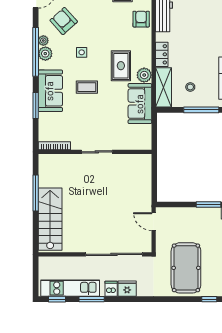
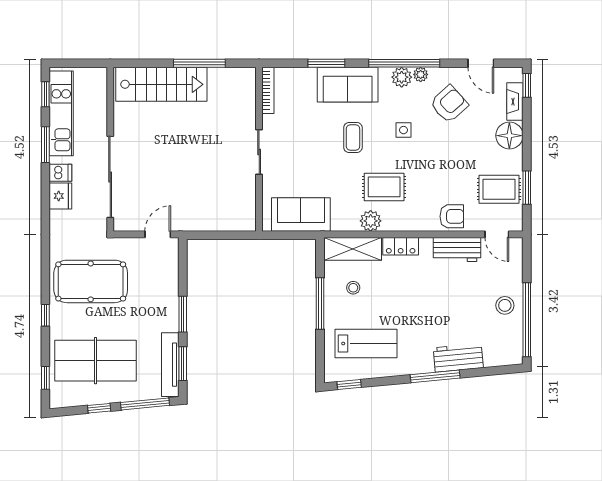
sofa: (140, 104) -> (301, 215), moved

